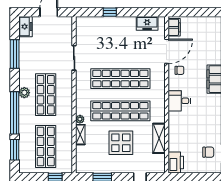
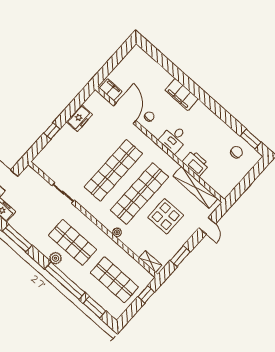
freezer: (147, 23) -> (79, 118), moved
shelving: (80, 135) -> (150, 262), moved
shelving: (159, 138) -> (195, 187), width x1.47
printer: (176, 162) -> (196, 163), moved

